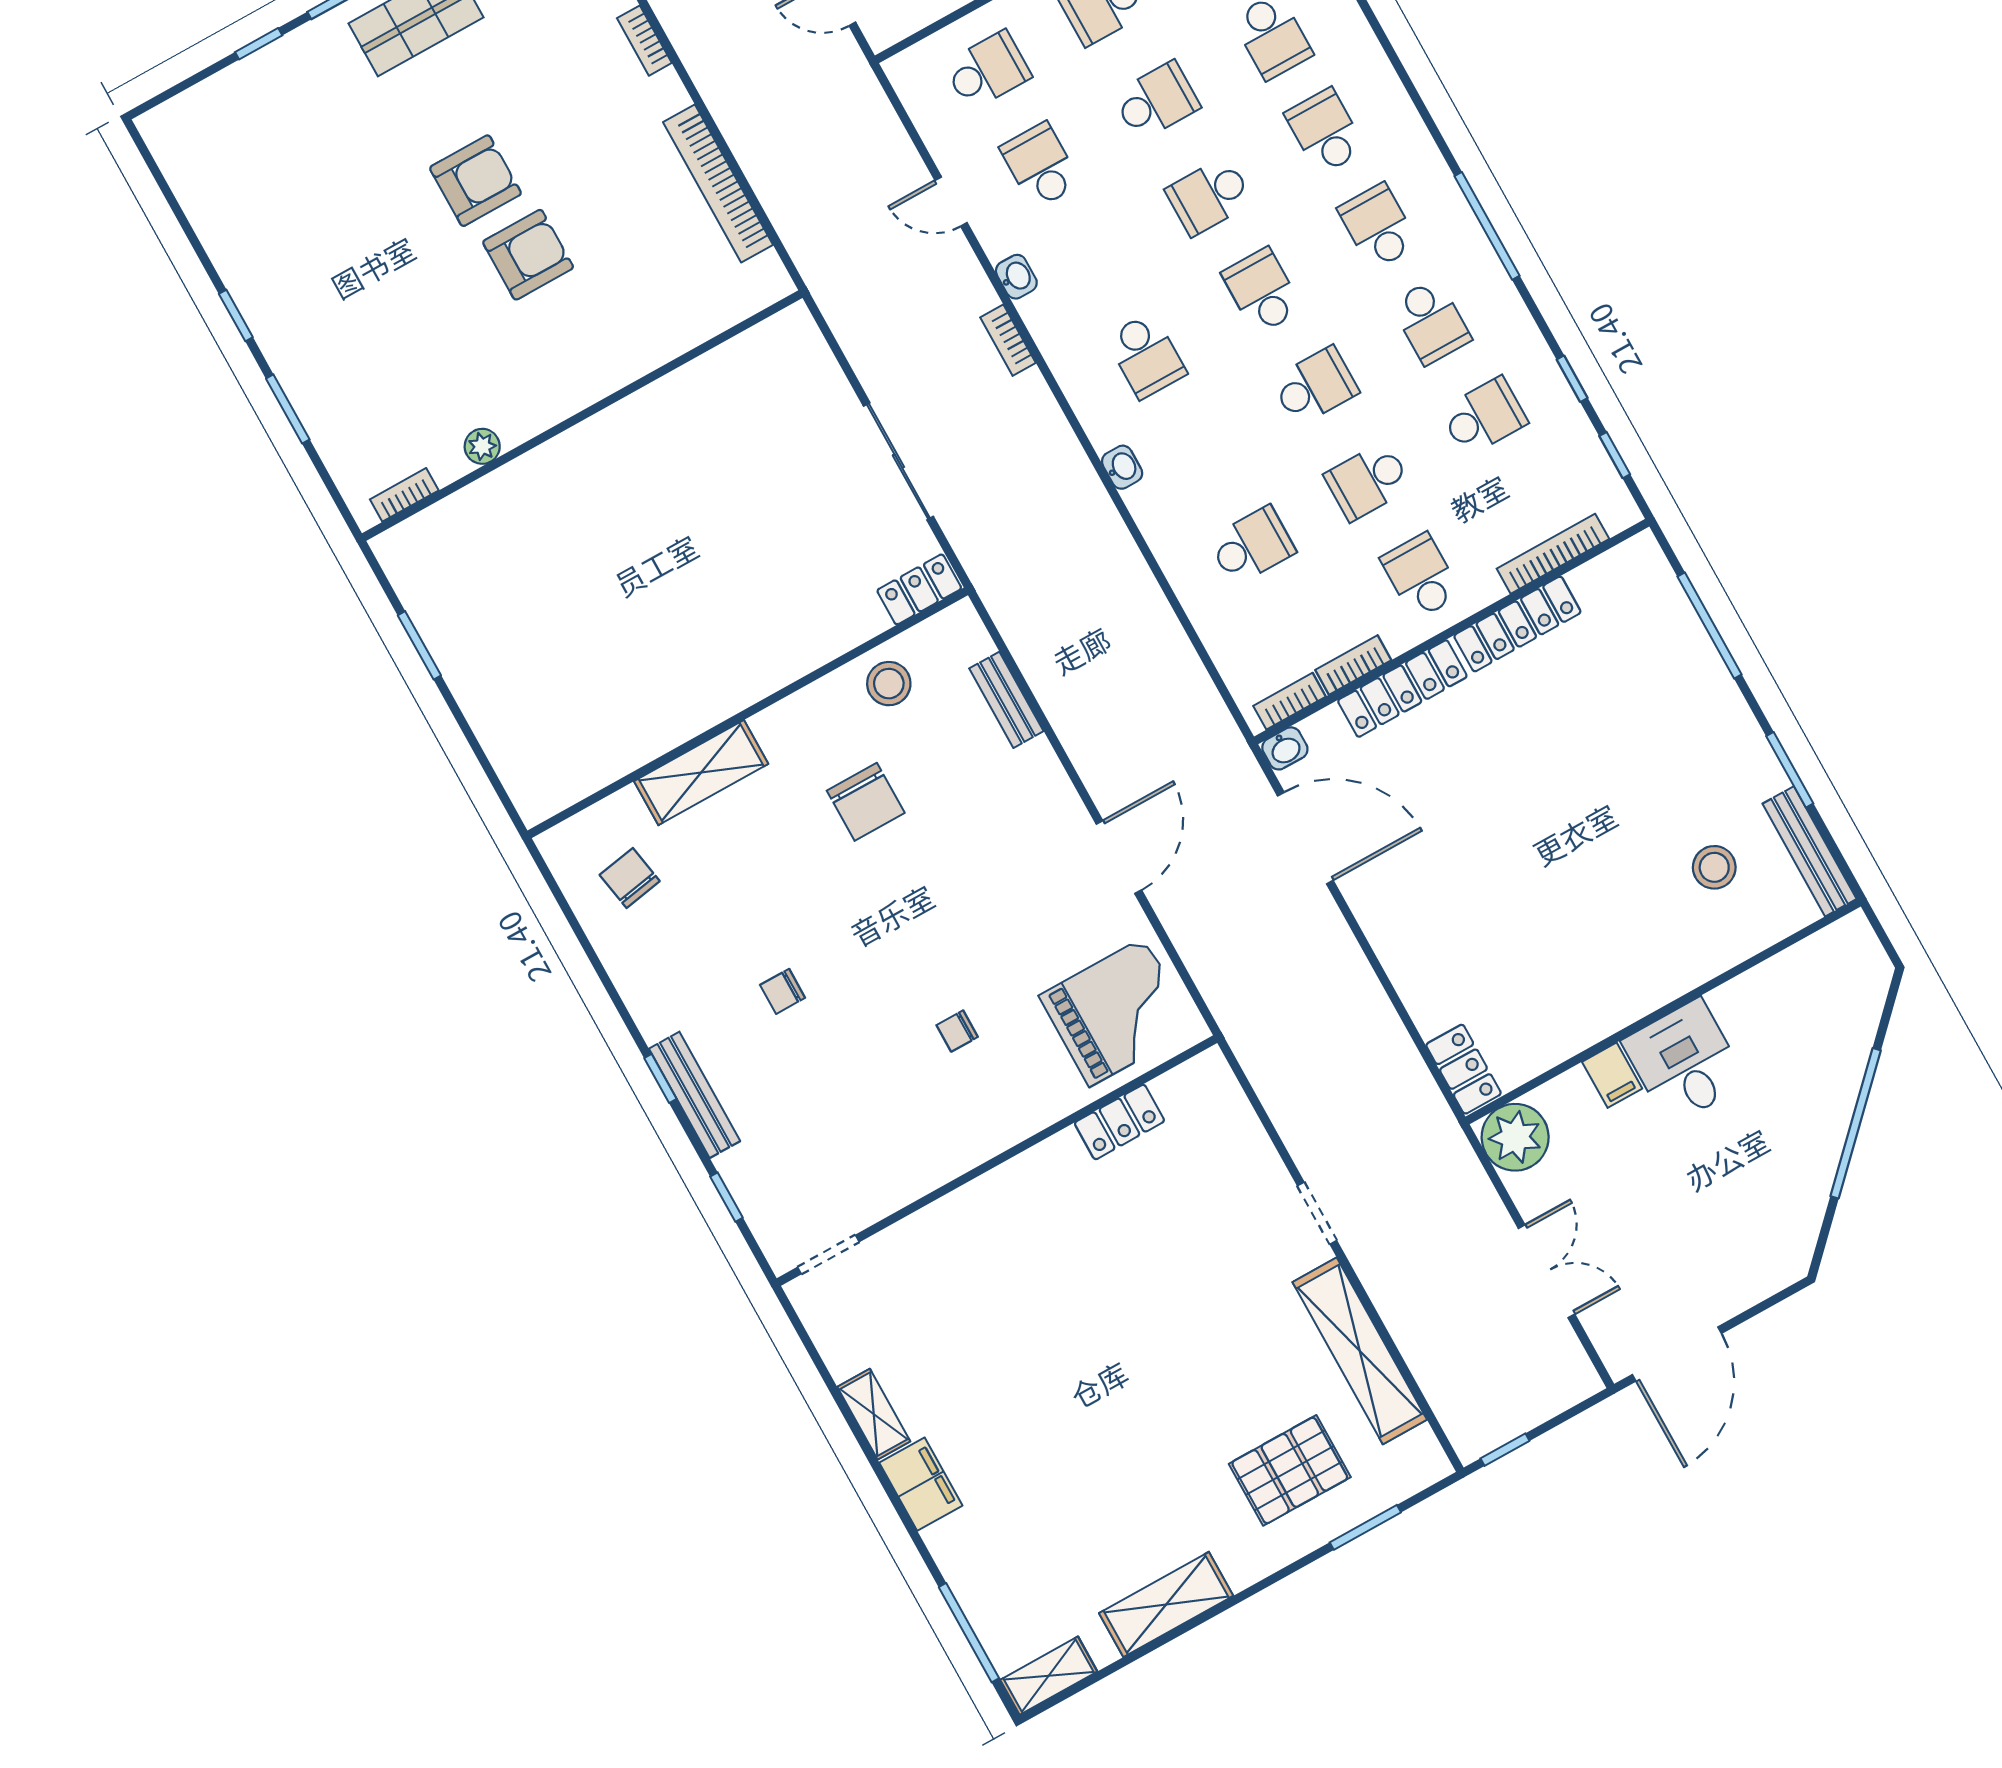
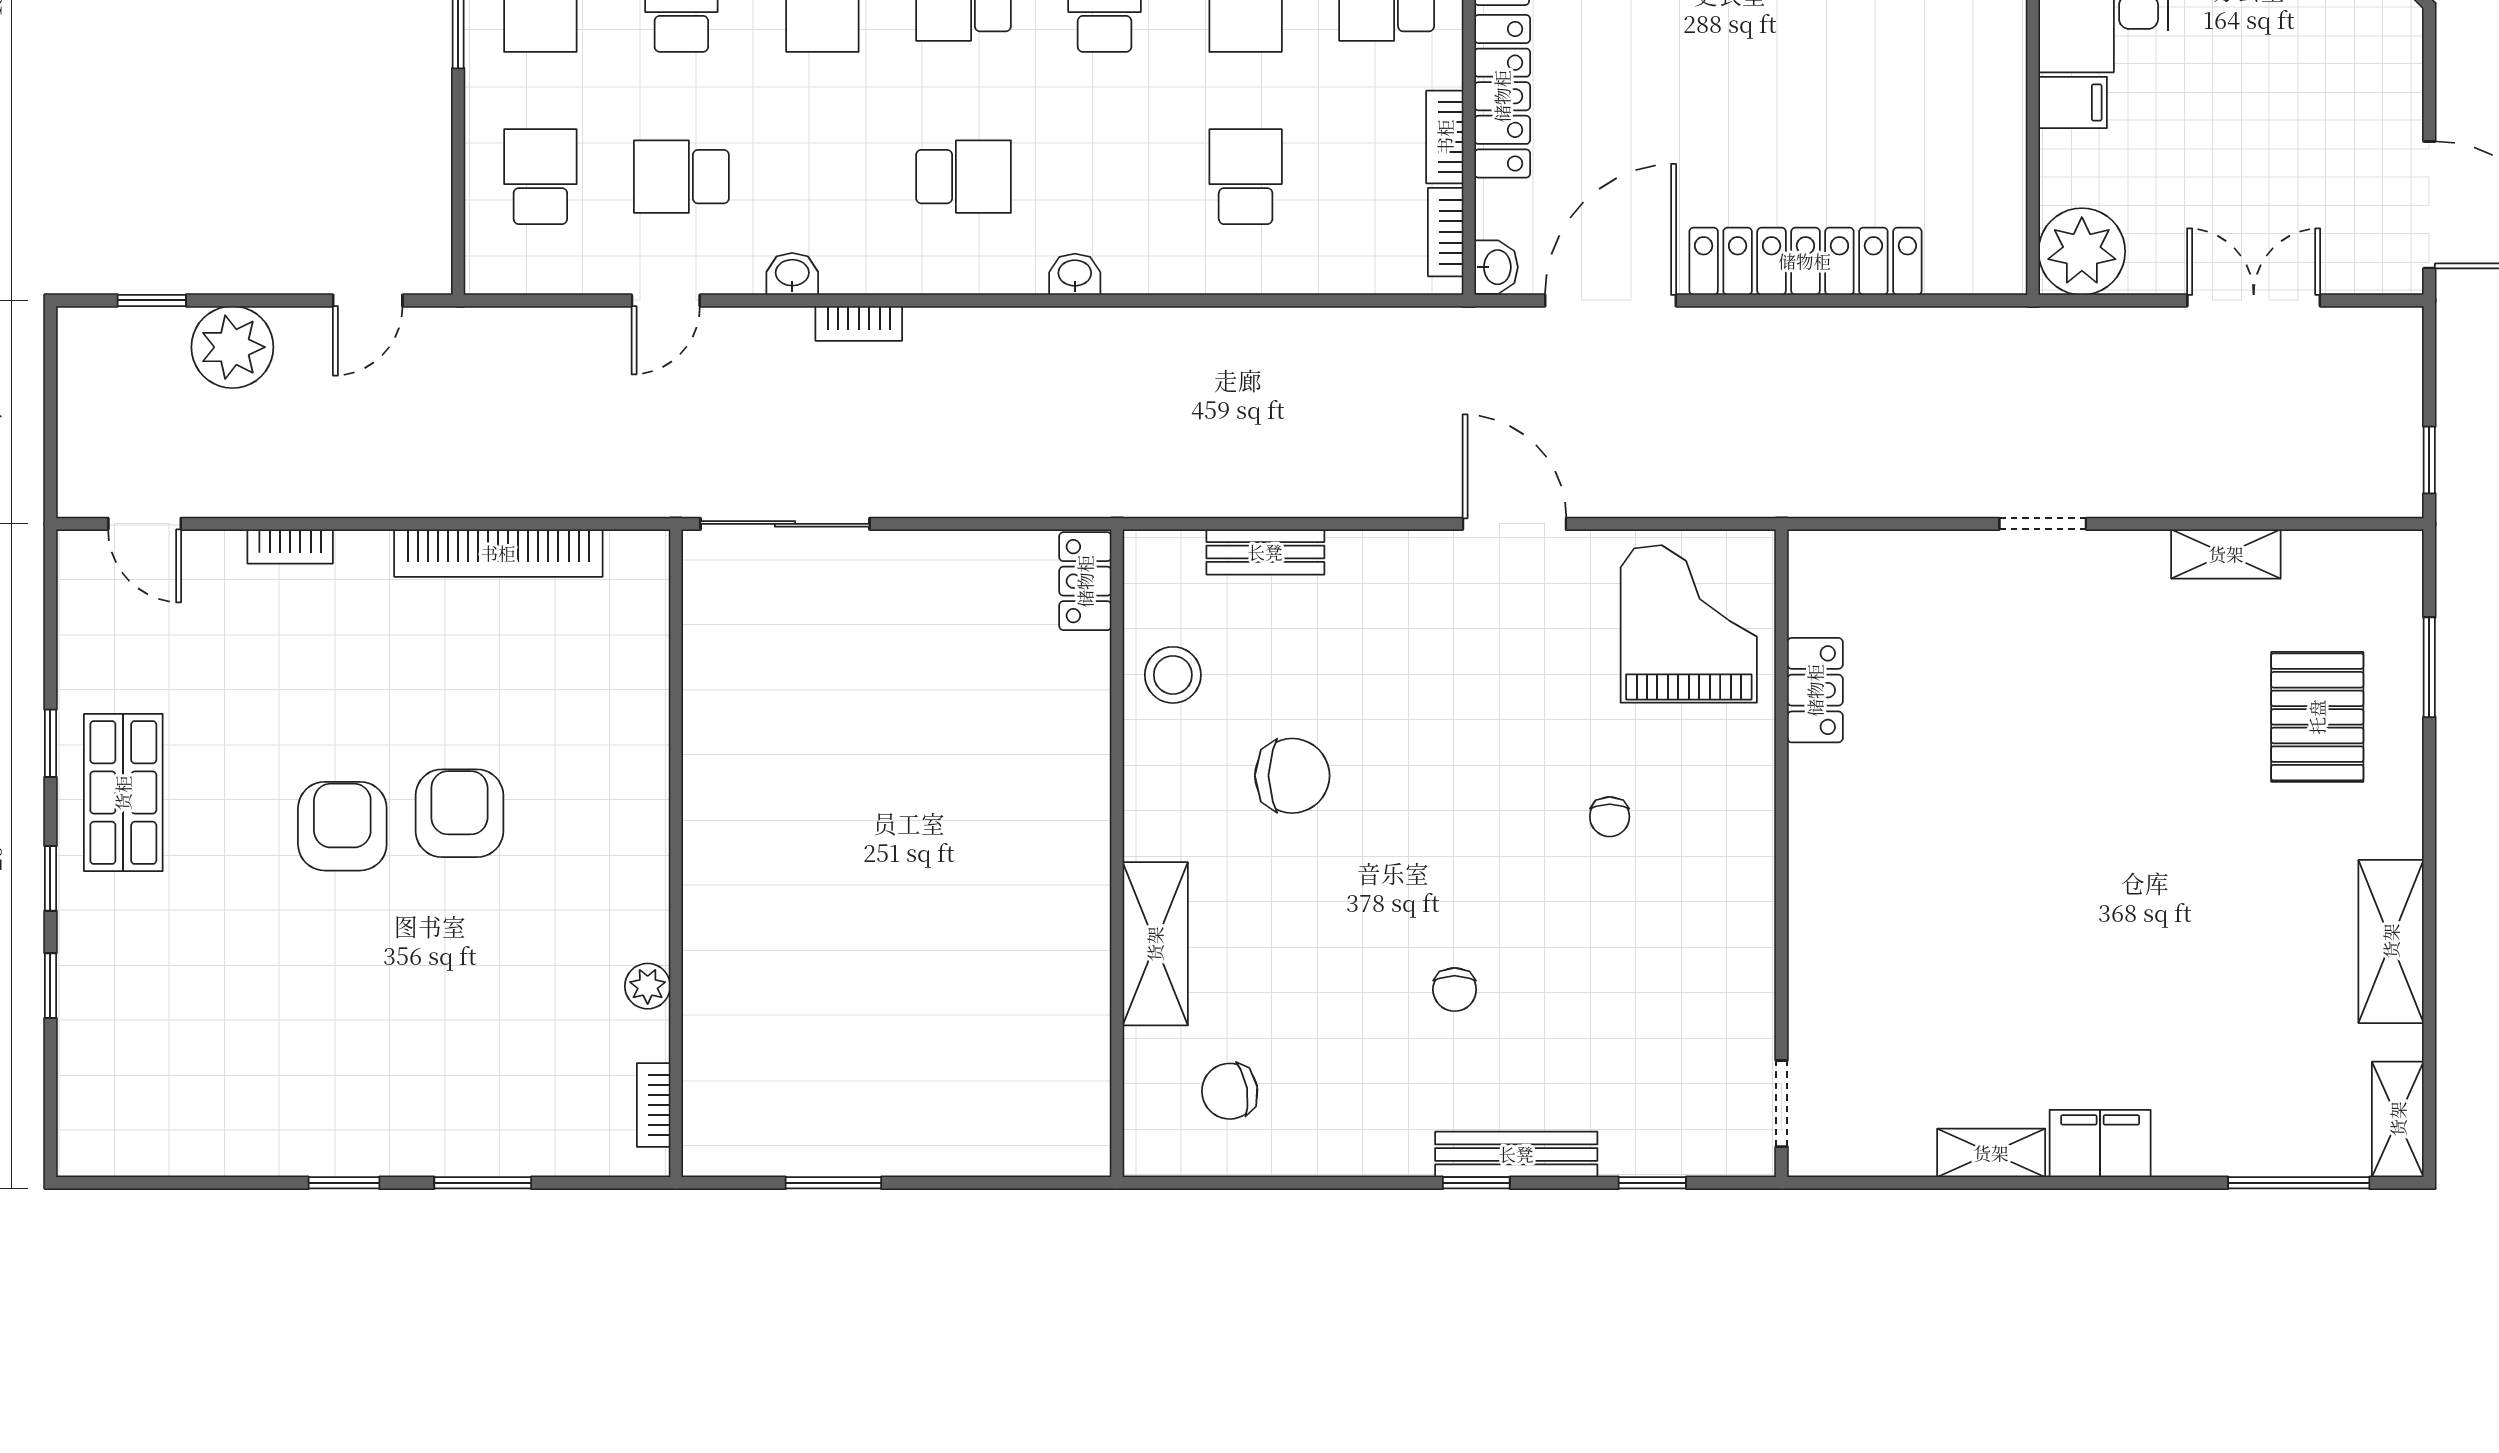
sliding door: (898, 461) -> (785, 524), moved
locker: (1463, 1069) -> (1805, 261), moved, width x2.16, depth x1.21
shelving: (1360, 1351) -> (2226, 554), width x0.45, depth x0.75

